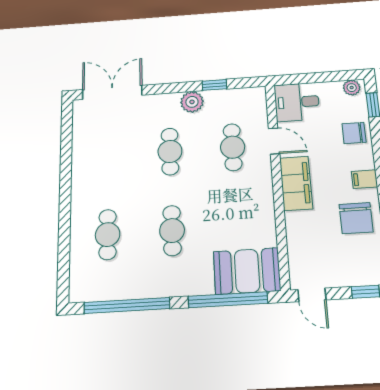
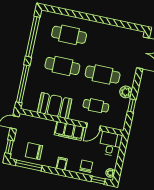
cafe table: (170, 151) -> (103, 75), width x1.37, depth x1.35
chair: (356, 218) -> (34, 151), moved
cafe table: (172, 230) -> (62, 66), width x1.37, depth x1.35
cafe table: (108, 235) -> (69, 35), width x1.37, depth x1.35
booth: (247, 271) -> (55, 106), moved, turned 90

